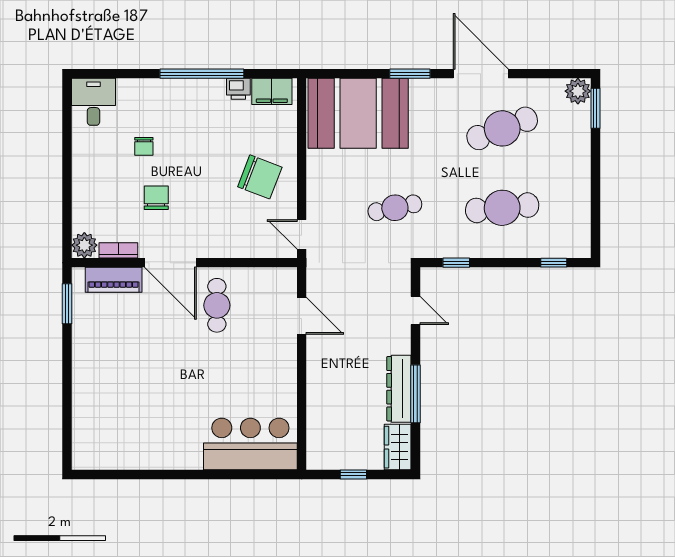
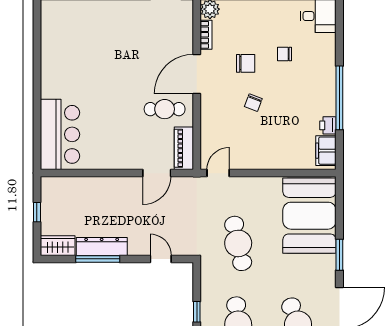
chair: (260, 177) -> (253, 103), moved, width x0.54, depth x0.54
cafe table: (395, 208) -> (238, 243), width x1.37, depth x1.35
window: (456, 263) -> (197, 312), moved
piano: (114, 280) -> (184, 148), moved
door: (416, 311) -> (161, 259), swing flipped

